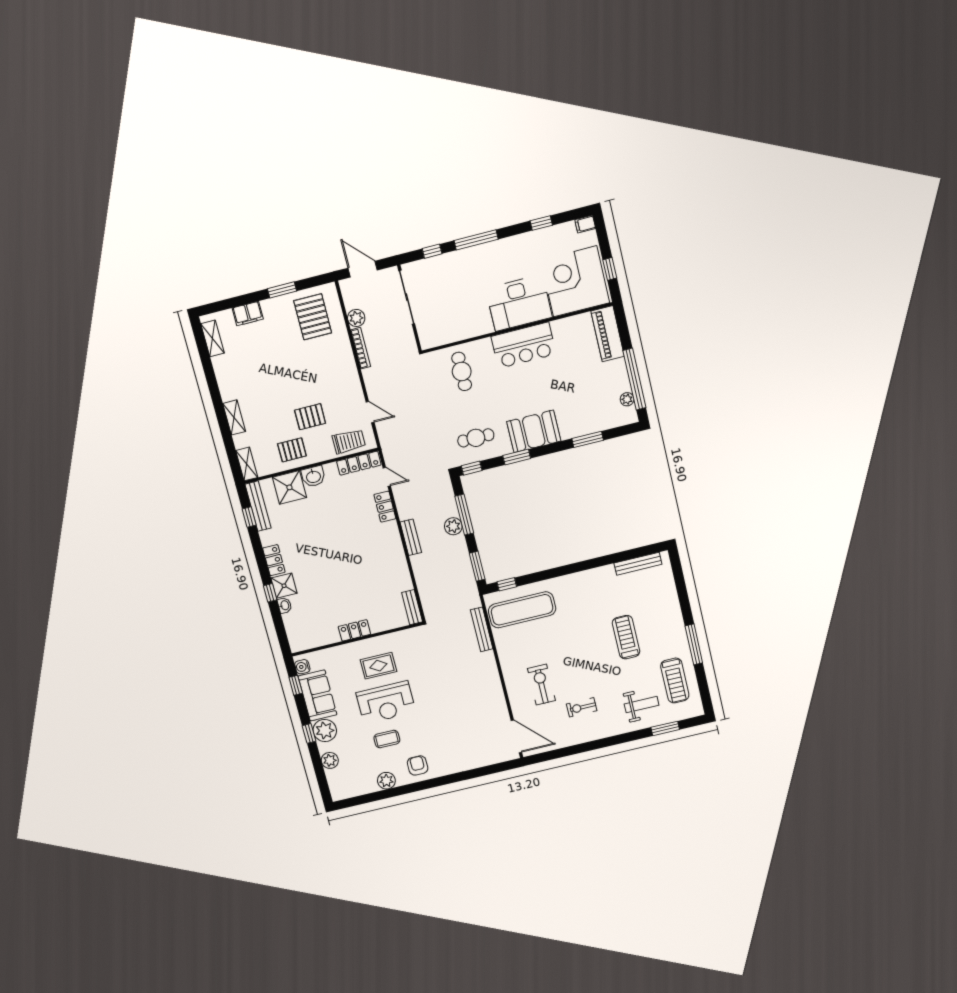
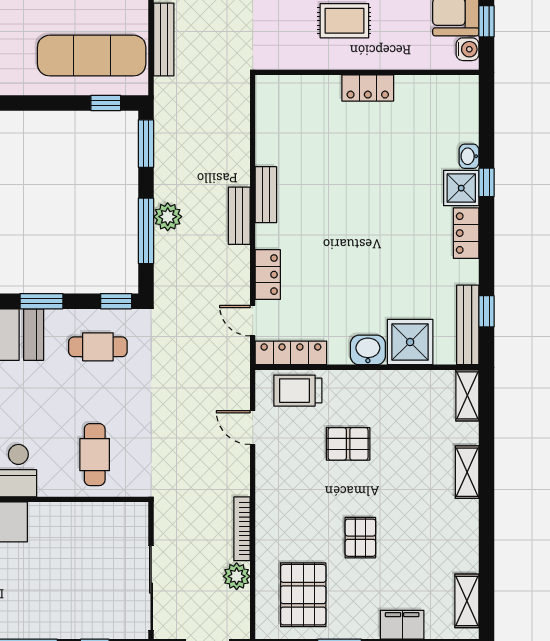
pallet: (292, 450) -> (360, 538), moved, turned 90
bench: (412, 607) -> (266, 195), moved

